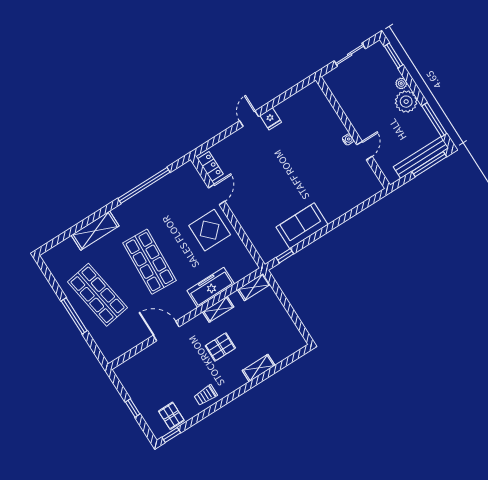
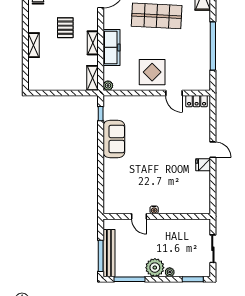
plant: (252, 266) -> (108, 86), added

